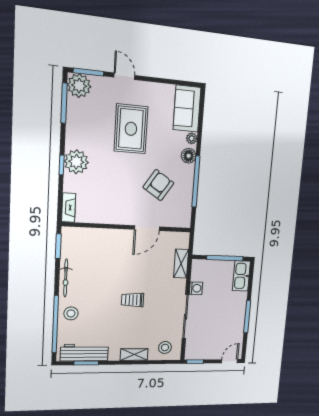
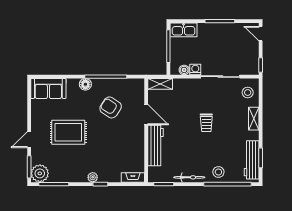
plant: (192, 138) -> (71, 83), removed
plant: (76, 162) -> (93, 177), width x0.53, depth x0.53
workbench: (108, 238) -> (155, 146), added
shelving: (181, 264) -> (160, 84), moved
boiler: (196, 275) -> (184, 70), added

